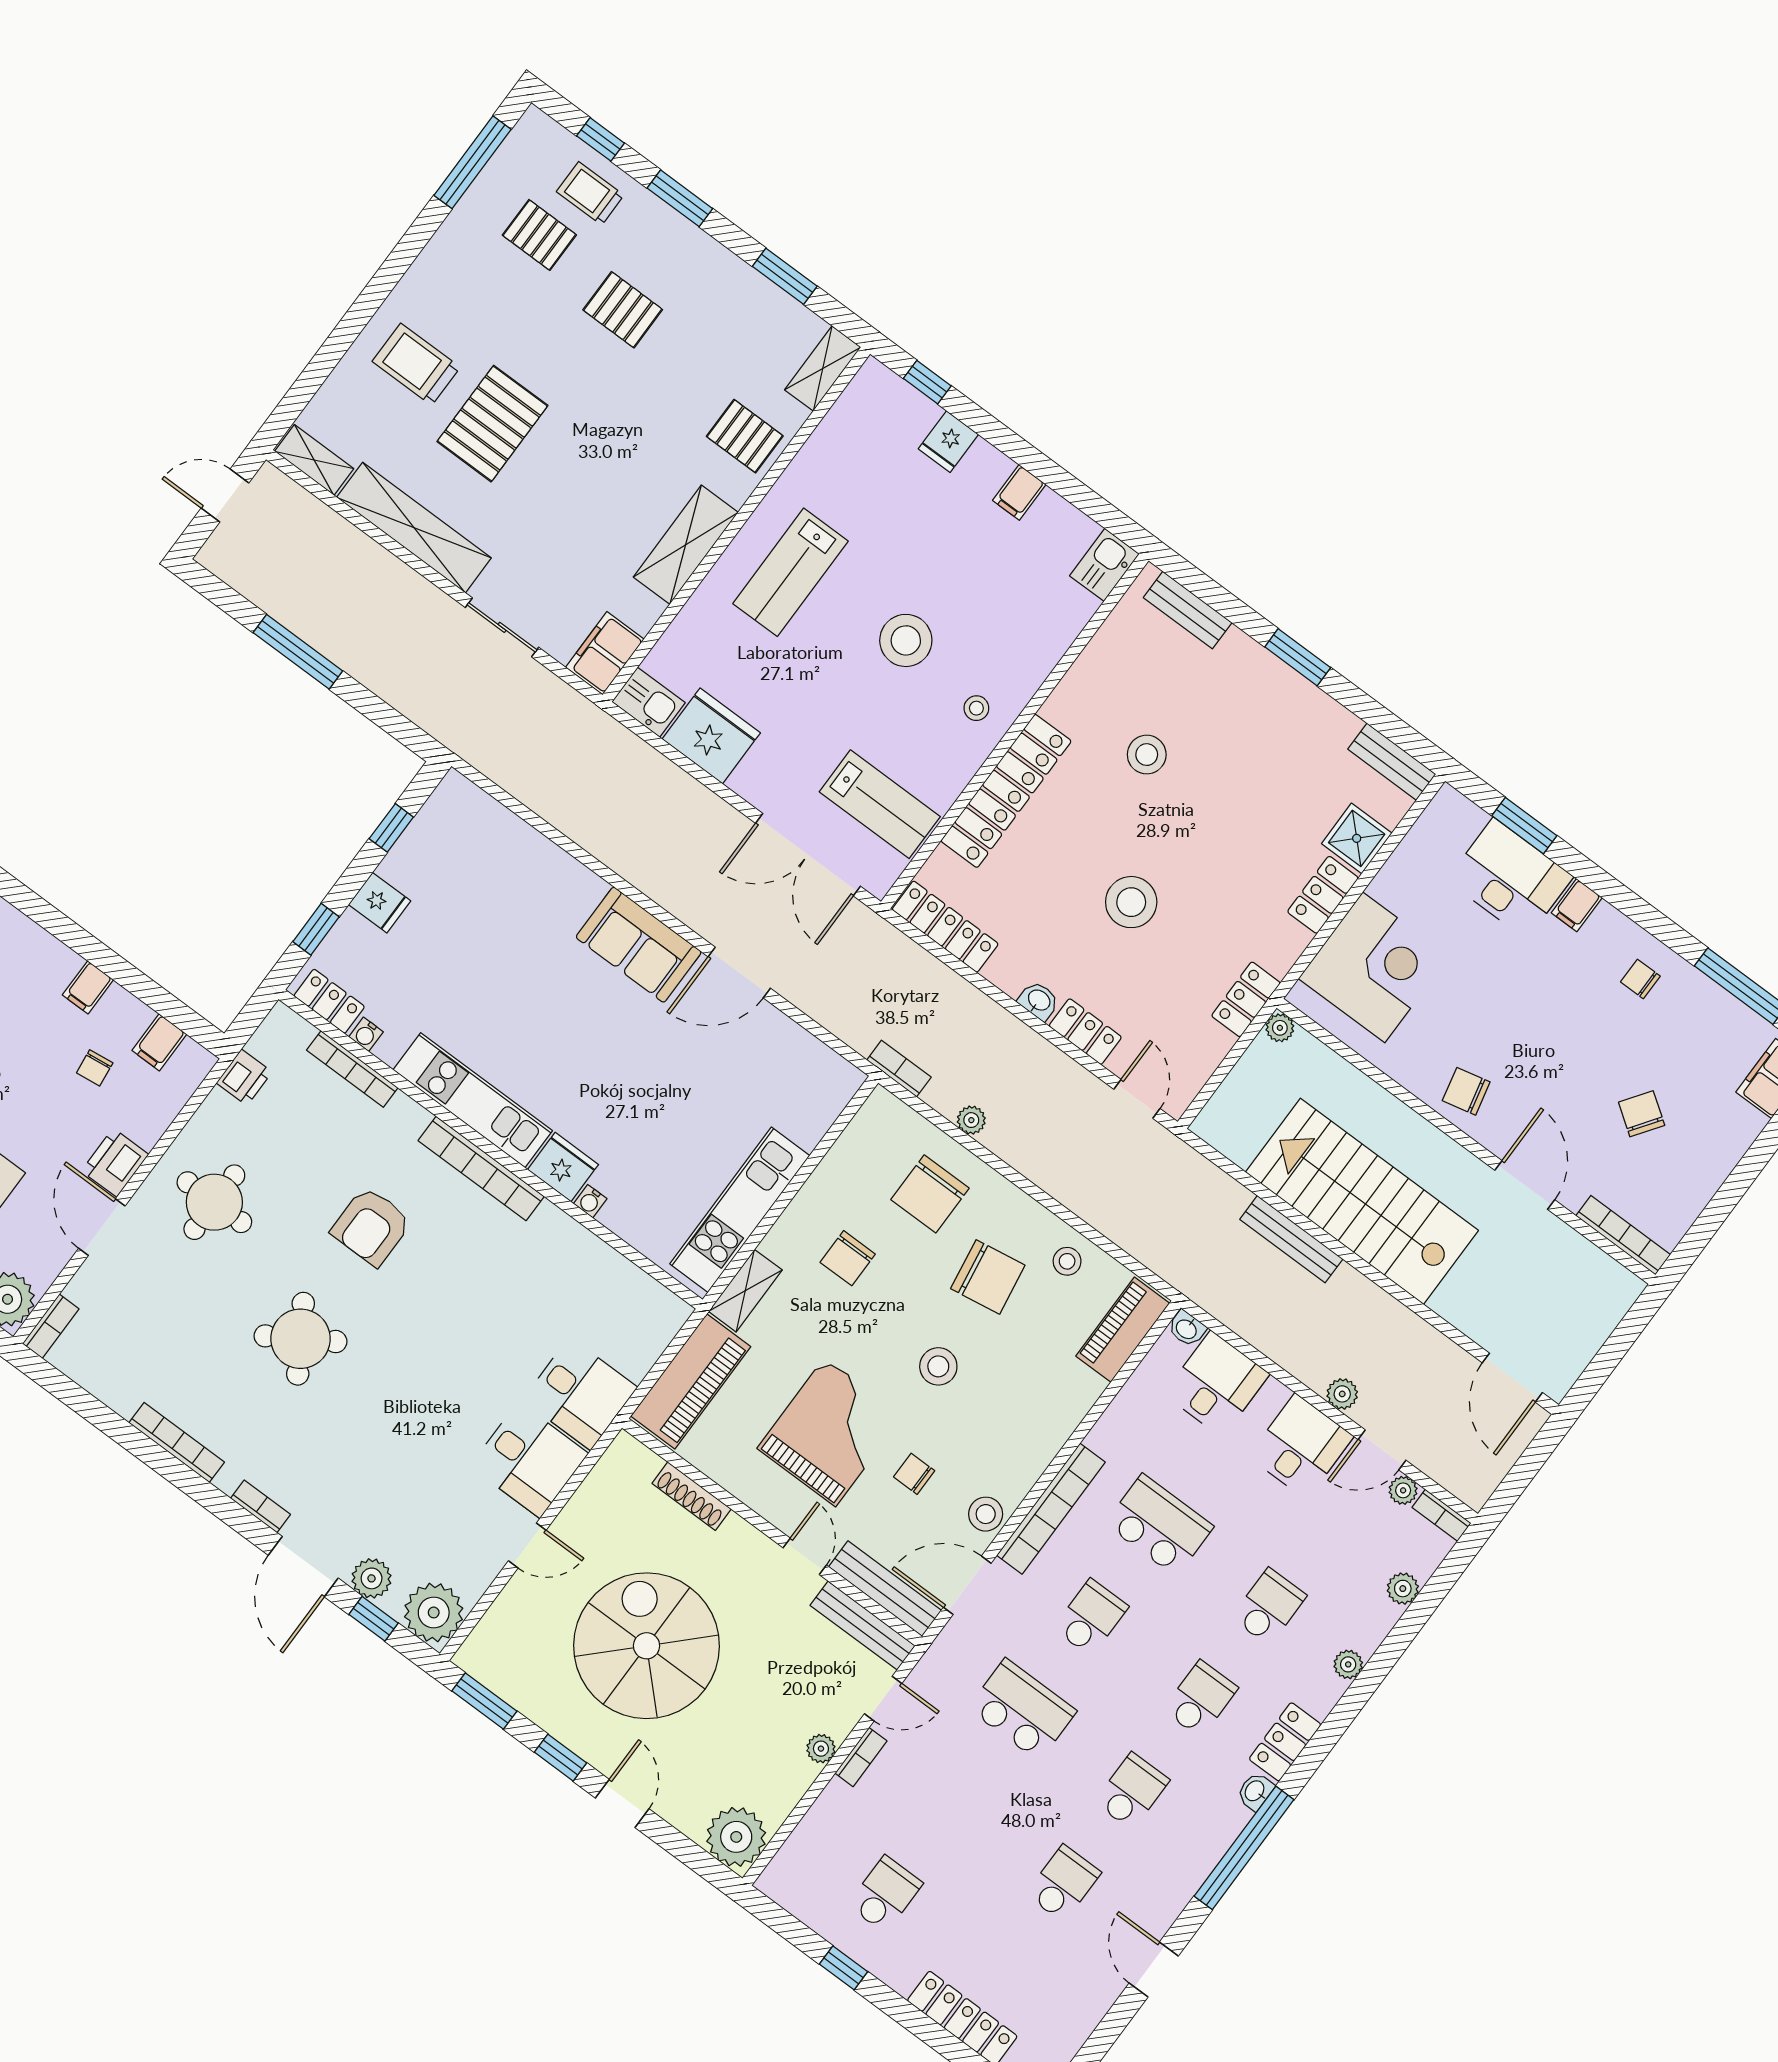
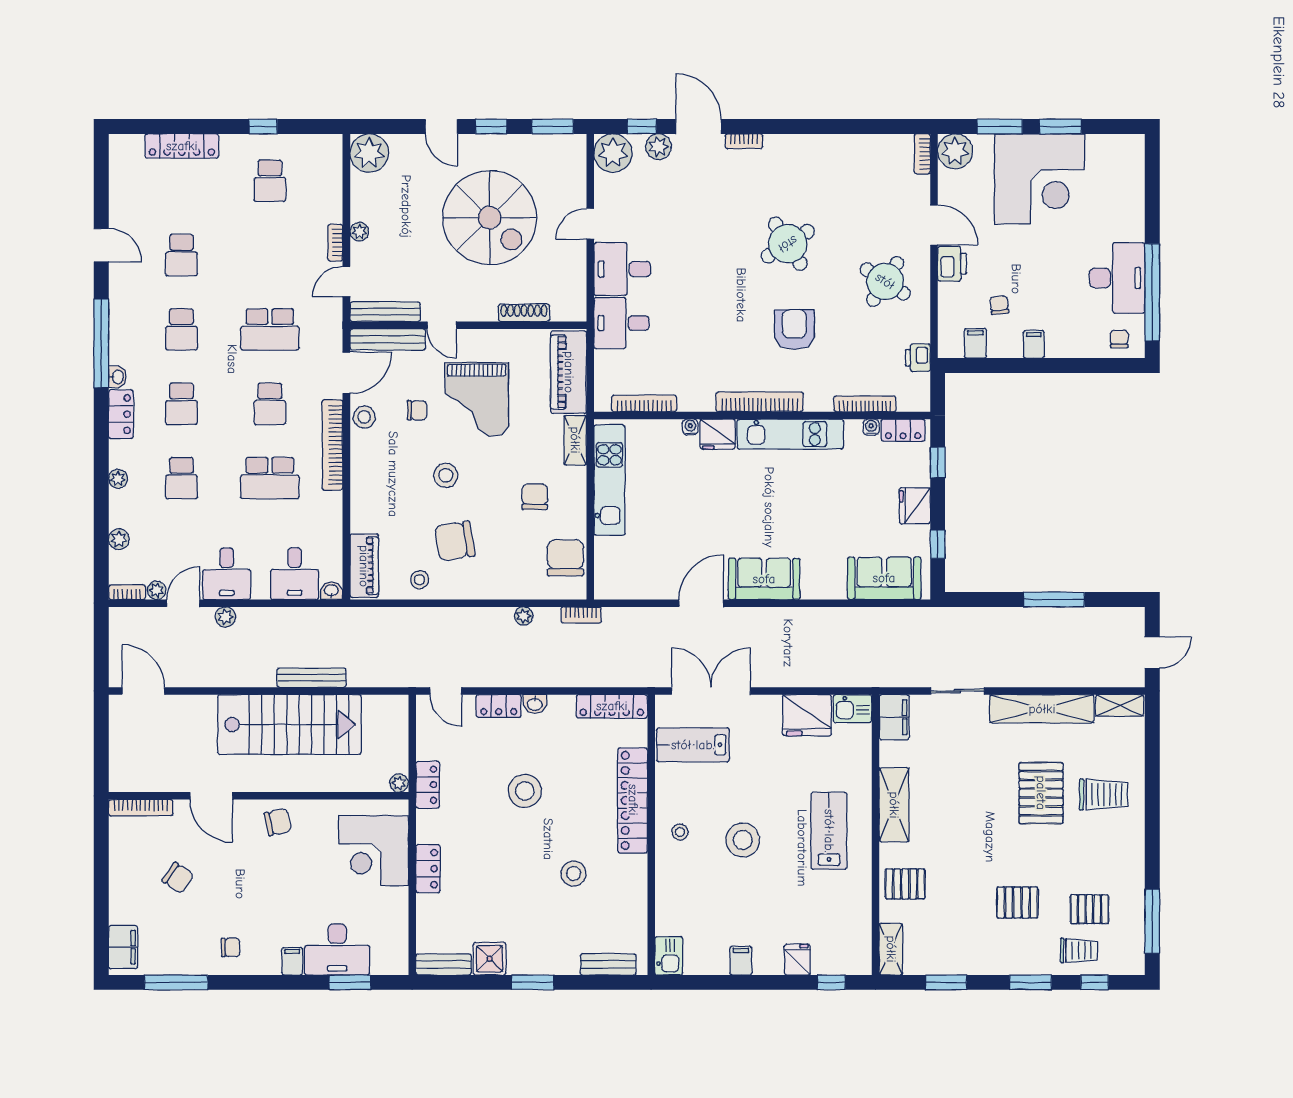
sofa: (489, 835) -> (884, 578), added
shower: (1357, 838) -> (490, 959), moved
fridge: (380, 903) -> (915, 506), width x1.38
chair: (930, 1194) -> (565, 558), moved
round table: (214, 1202) -> (885, 281), turned 33
bookcase: (177, 1442) -> (644, 403), moved, turned 180

